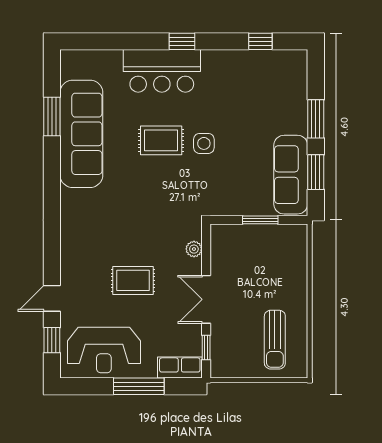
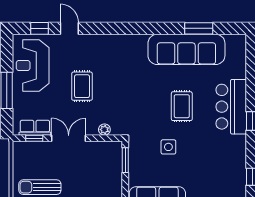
side table: (204, 143) -> (168, 147), moved
window: (260, 220) -> (125, 160), moved
row of seats: (180, 368) -> (35, 128), moved, turned -90

